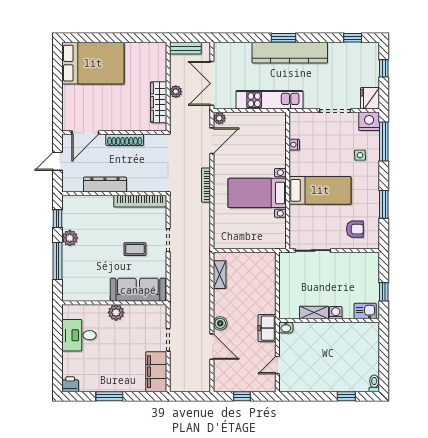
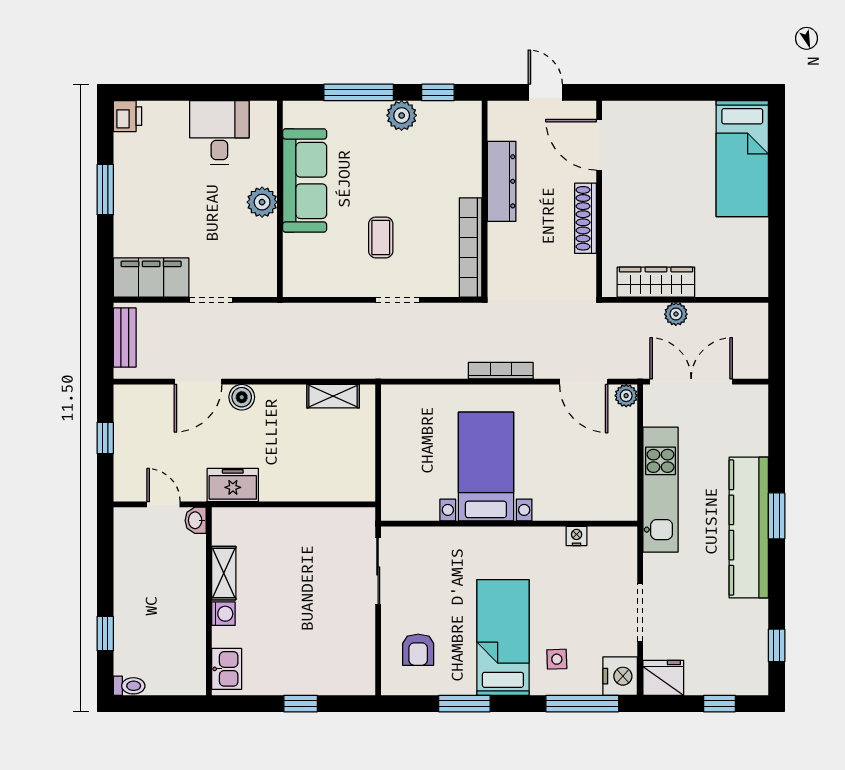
bench: (185, 48) -> (125, 337), moved
bed: (93, 63) -> (742, 159), width x0.67
bed: (320, 190) -> (503, 638), moved, turned 180
sofa: (138, 290) -> (305, 180), moved
kitchen sink: (365, 311) -> (227, 669), moved
shelving: (314, 313) -> (224, 573), moved
washing machine: (336, 313) -> (223, 614), moved
wall: (329, 320) -> (209, 601), moved
washbasin: (286, 328) -> (196, 520), moved

